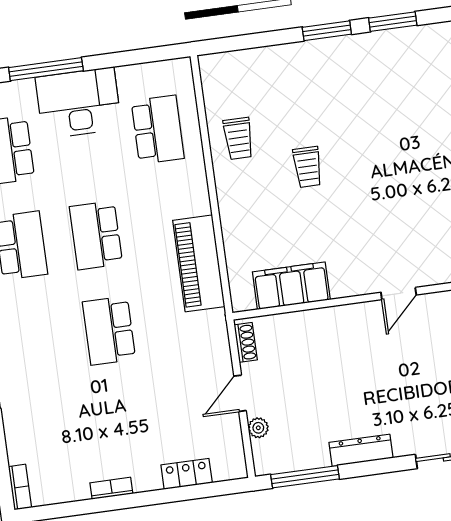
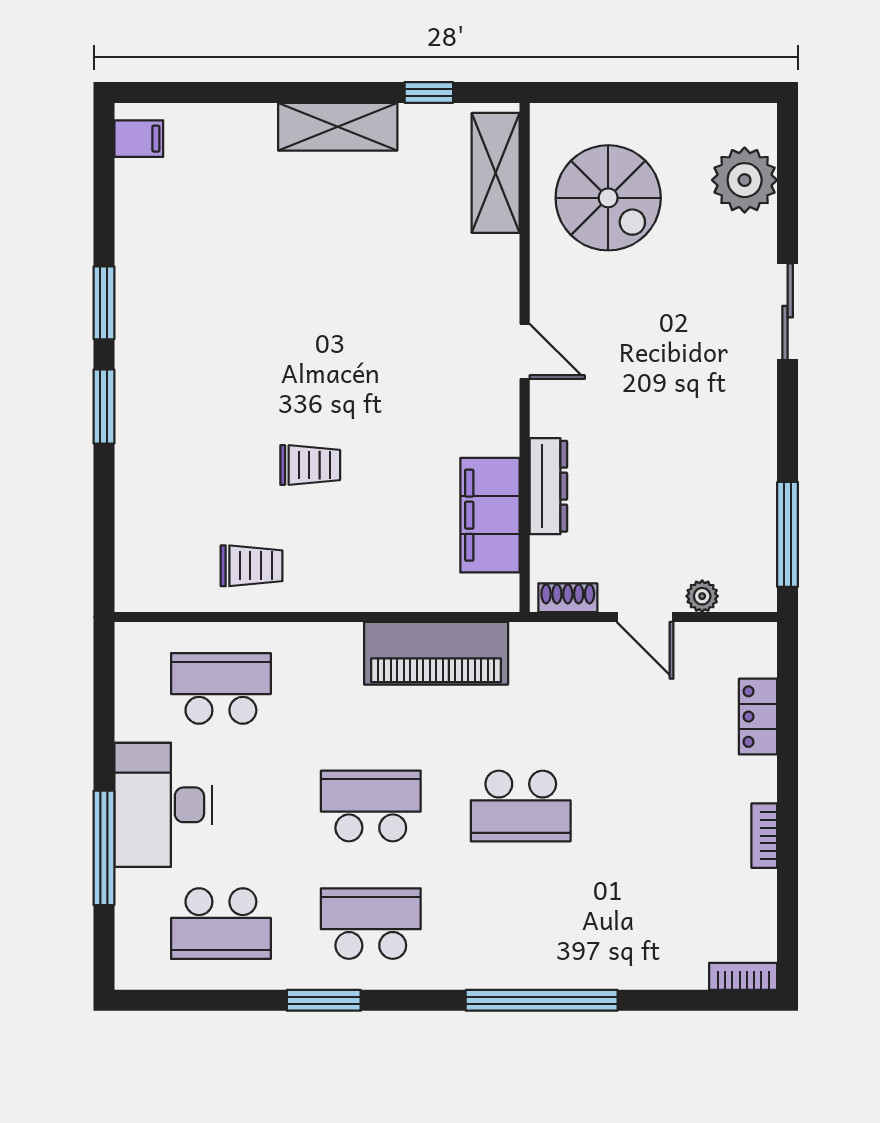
school desk: (96, 235) -> (371, 806), turned 180
dresser: (361, 450) -> (548, 486), moved, turned 180

